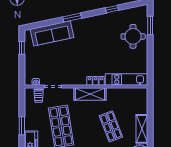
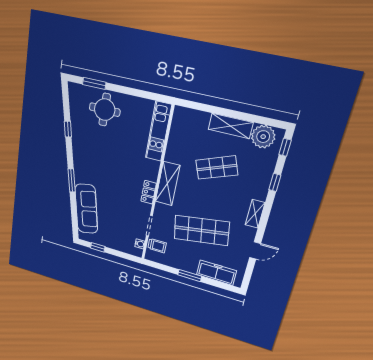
locker: (96, 81) -> (149, 192), moved

